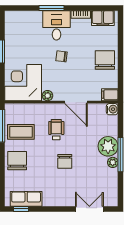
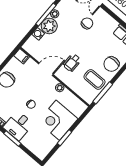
corner desk: (23, 83) -> (58, 120), moved, turned 90
door: (76, 102) -> (46, 69), hinge flipped
water cooler: (112, 109) -> (38, 34), moved
chair: (65, 161) -> (87, 23), moved

